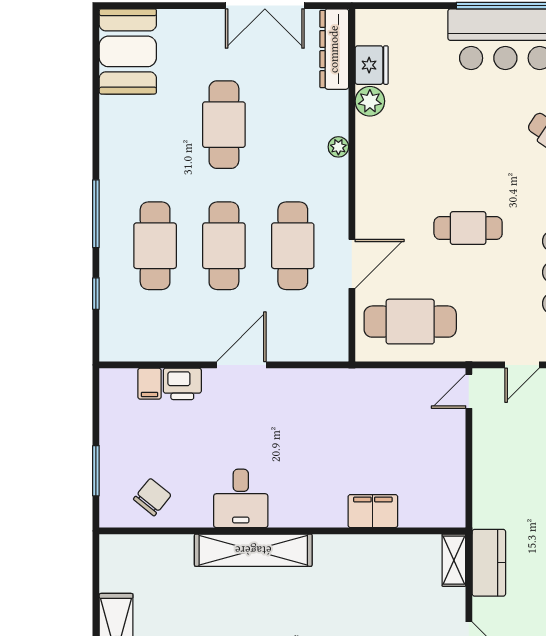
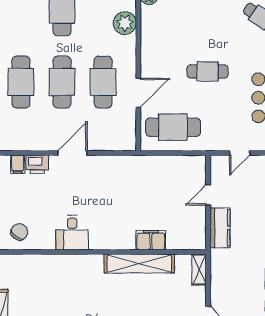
plant: (338, 147) -> (125, 23), width x1.88, depth x1.88
door: (469, 391) -> (208, 195), moved
shelving: (253, 550) -> (139, 264), moved
kitchen counter: (489, 563) -> (220, 228), moved

